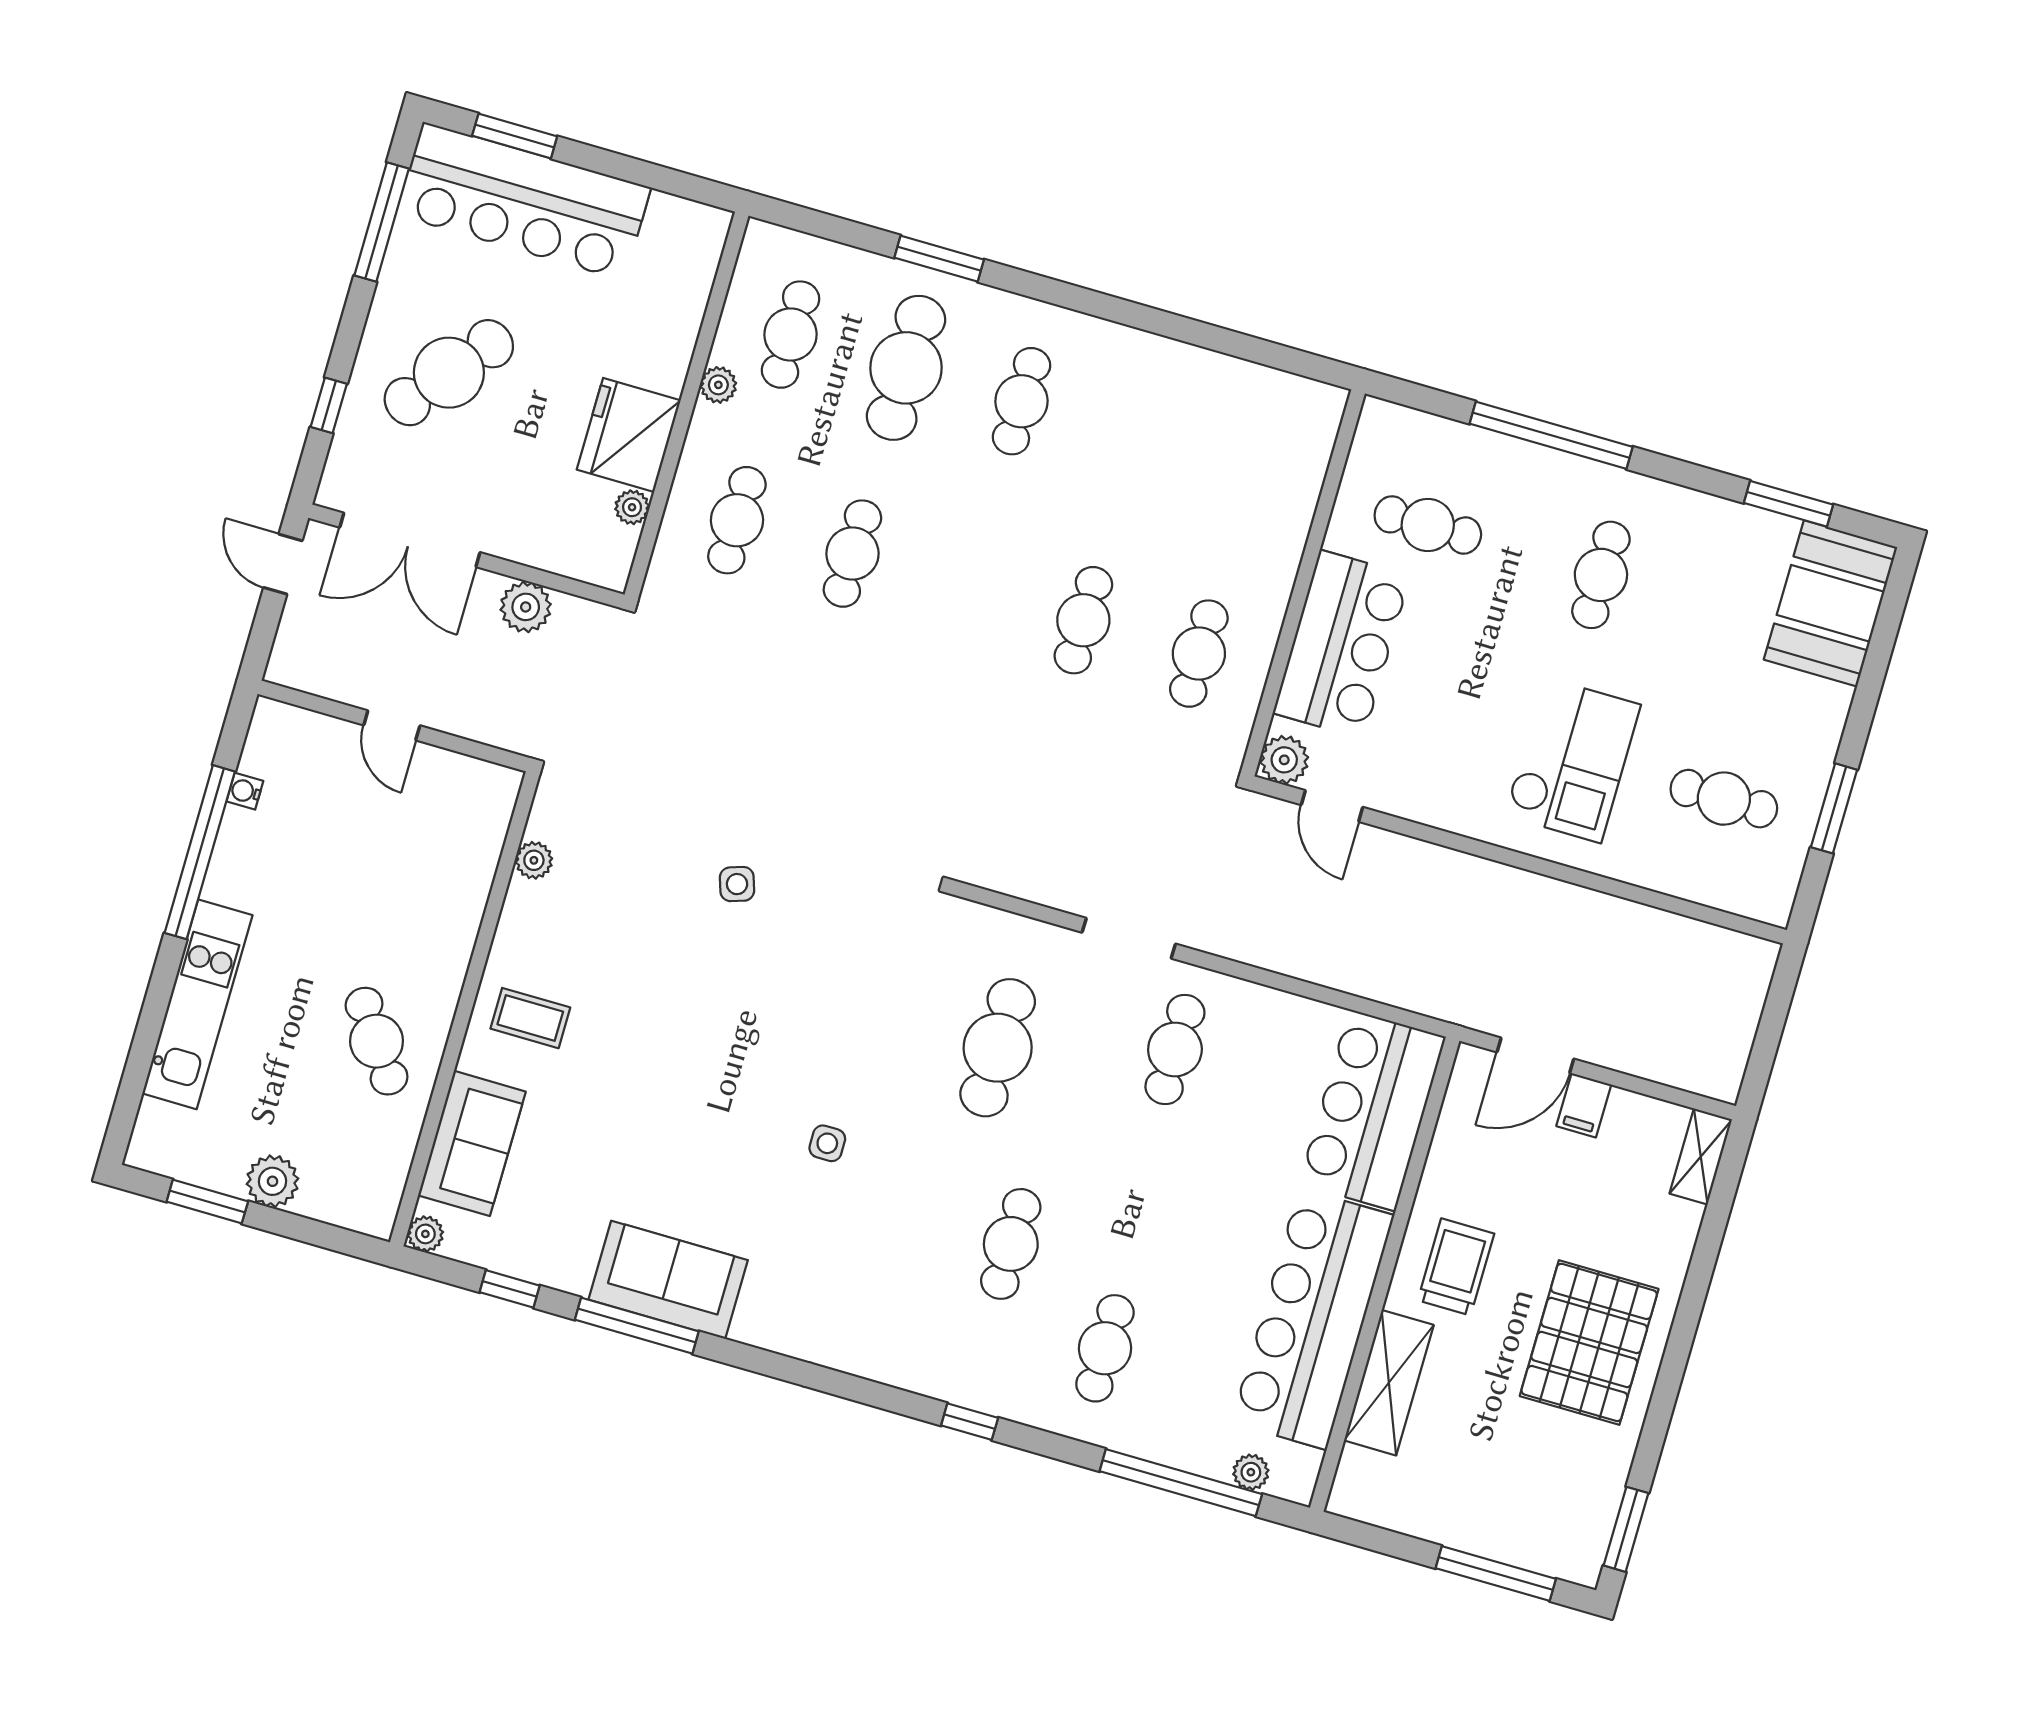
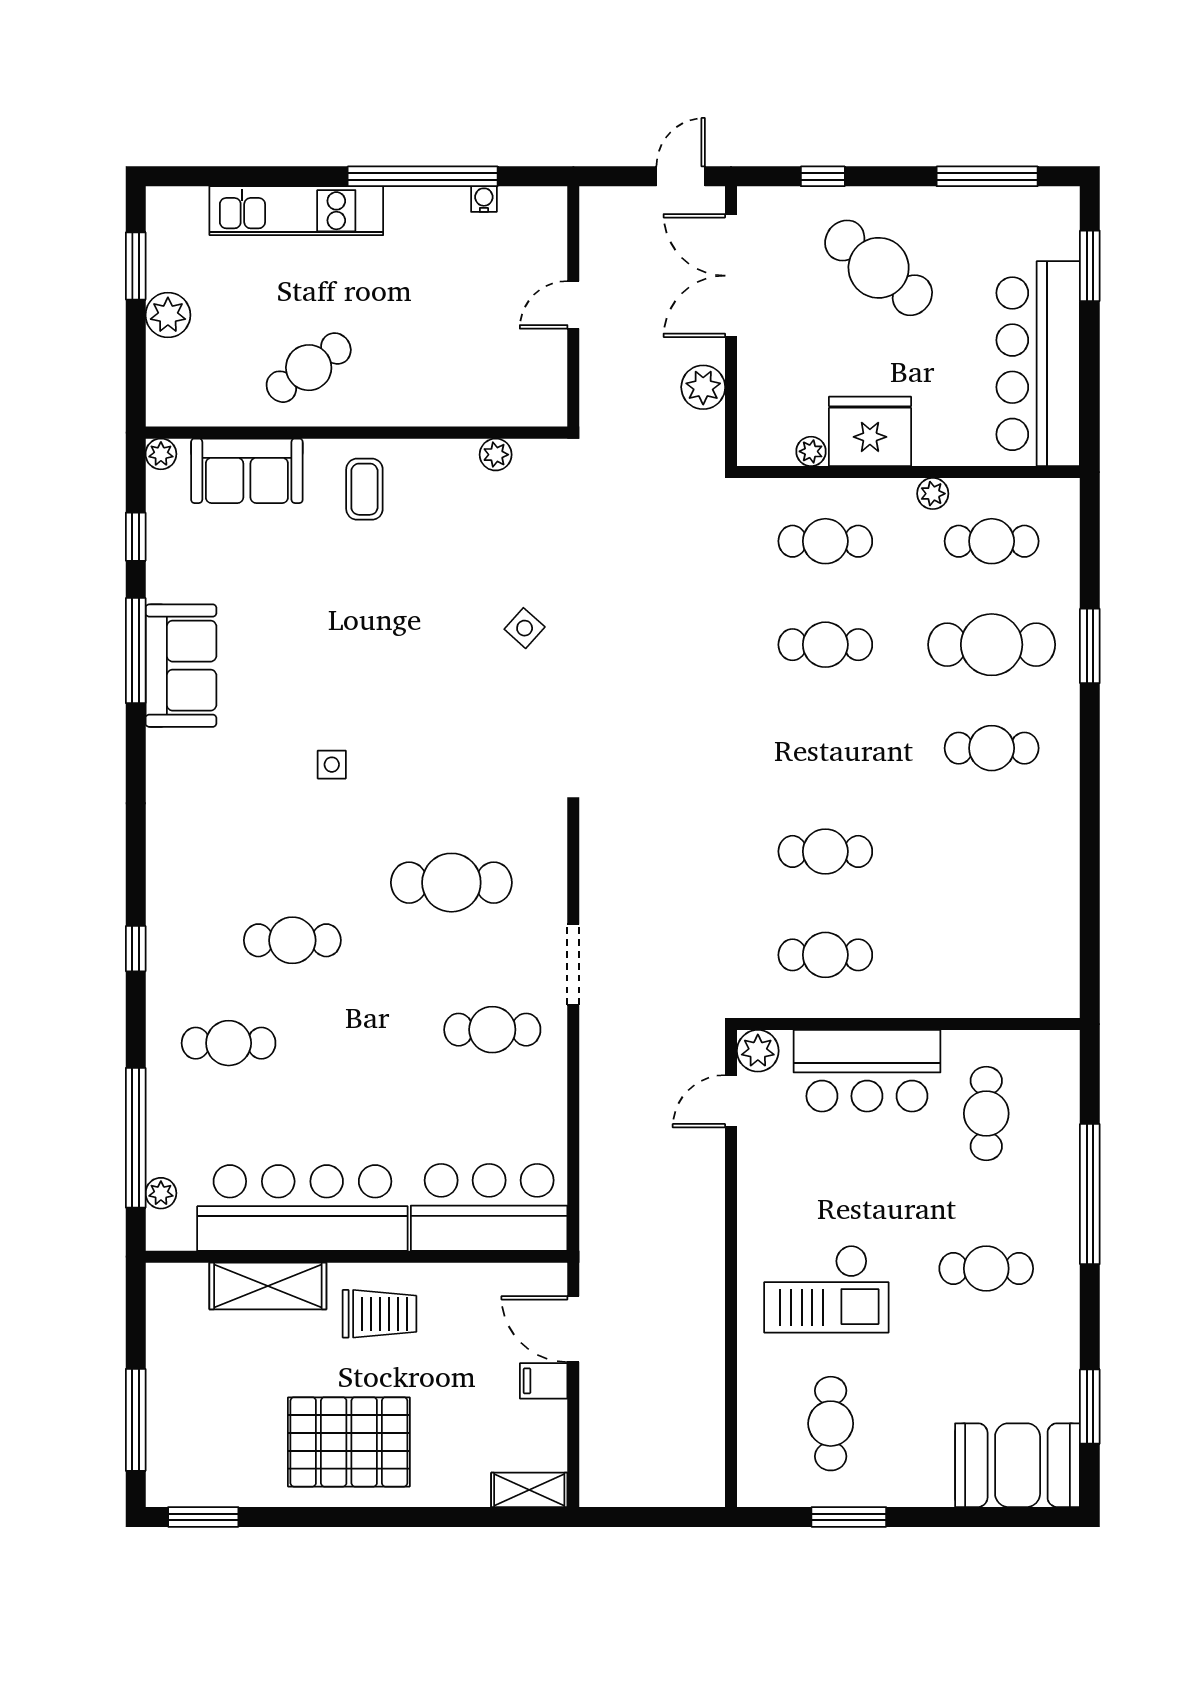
bar counter: (524, 201) -> (1038, 364), moved
side table: (737, 884) -> (525, 628), turned -30

